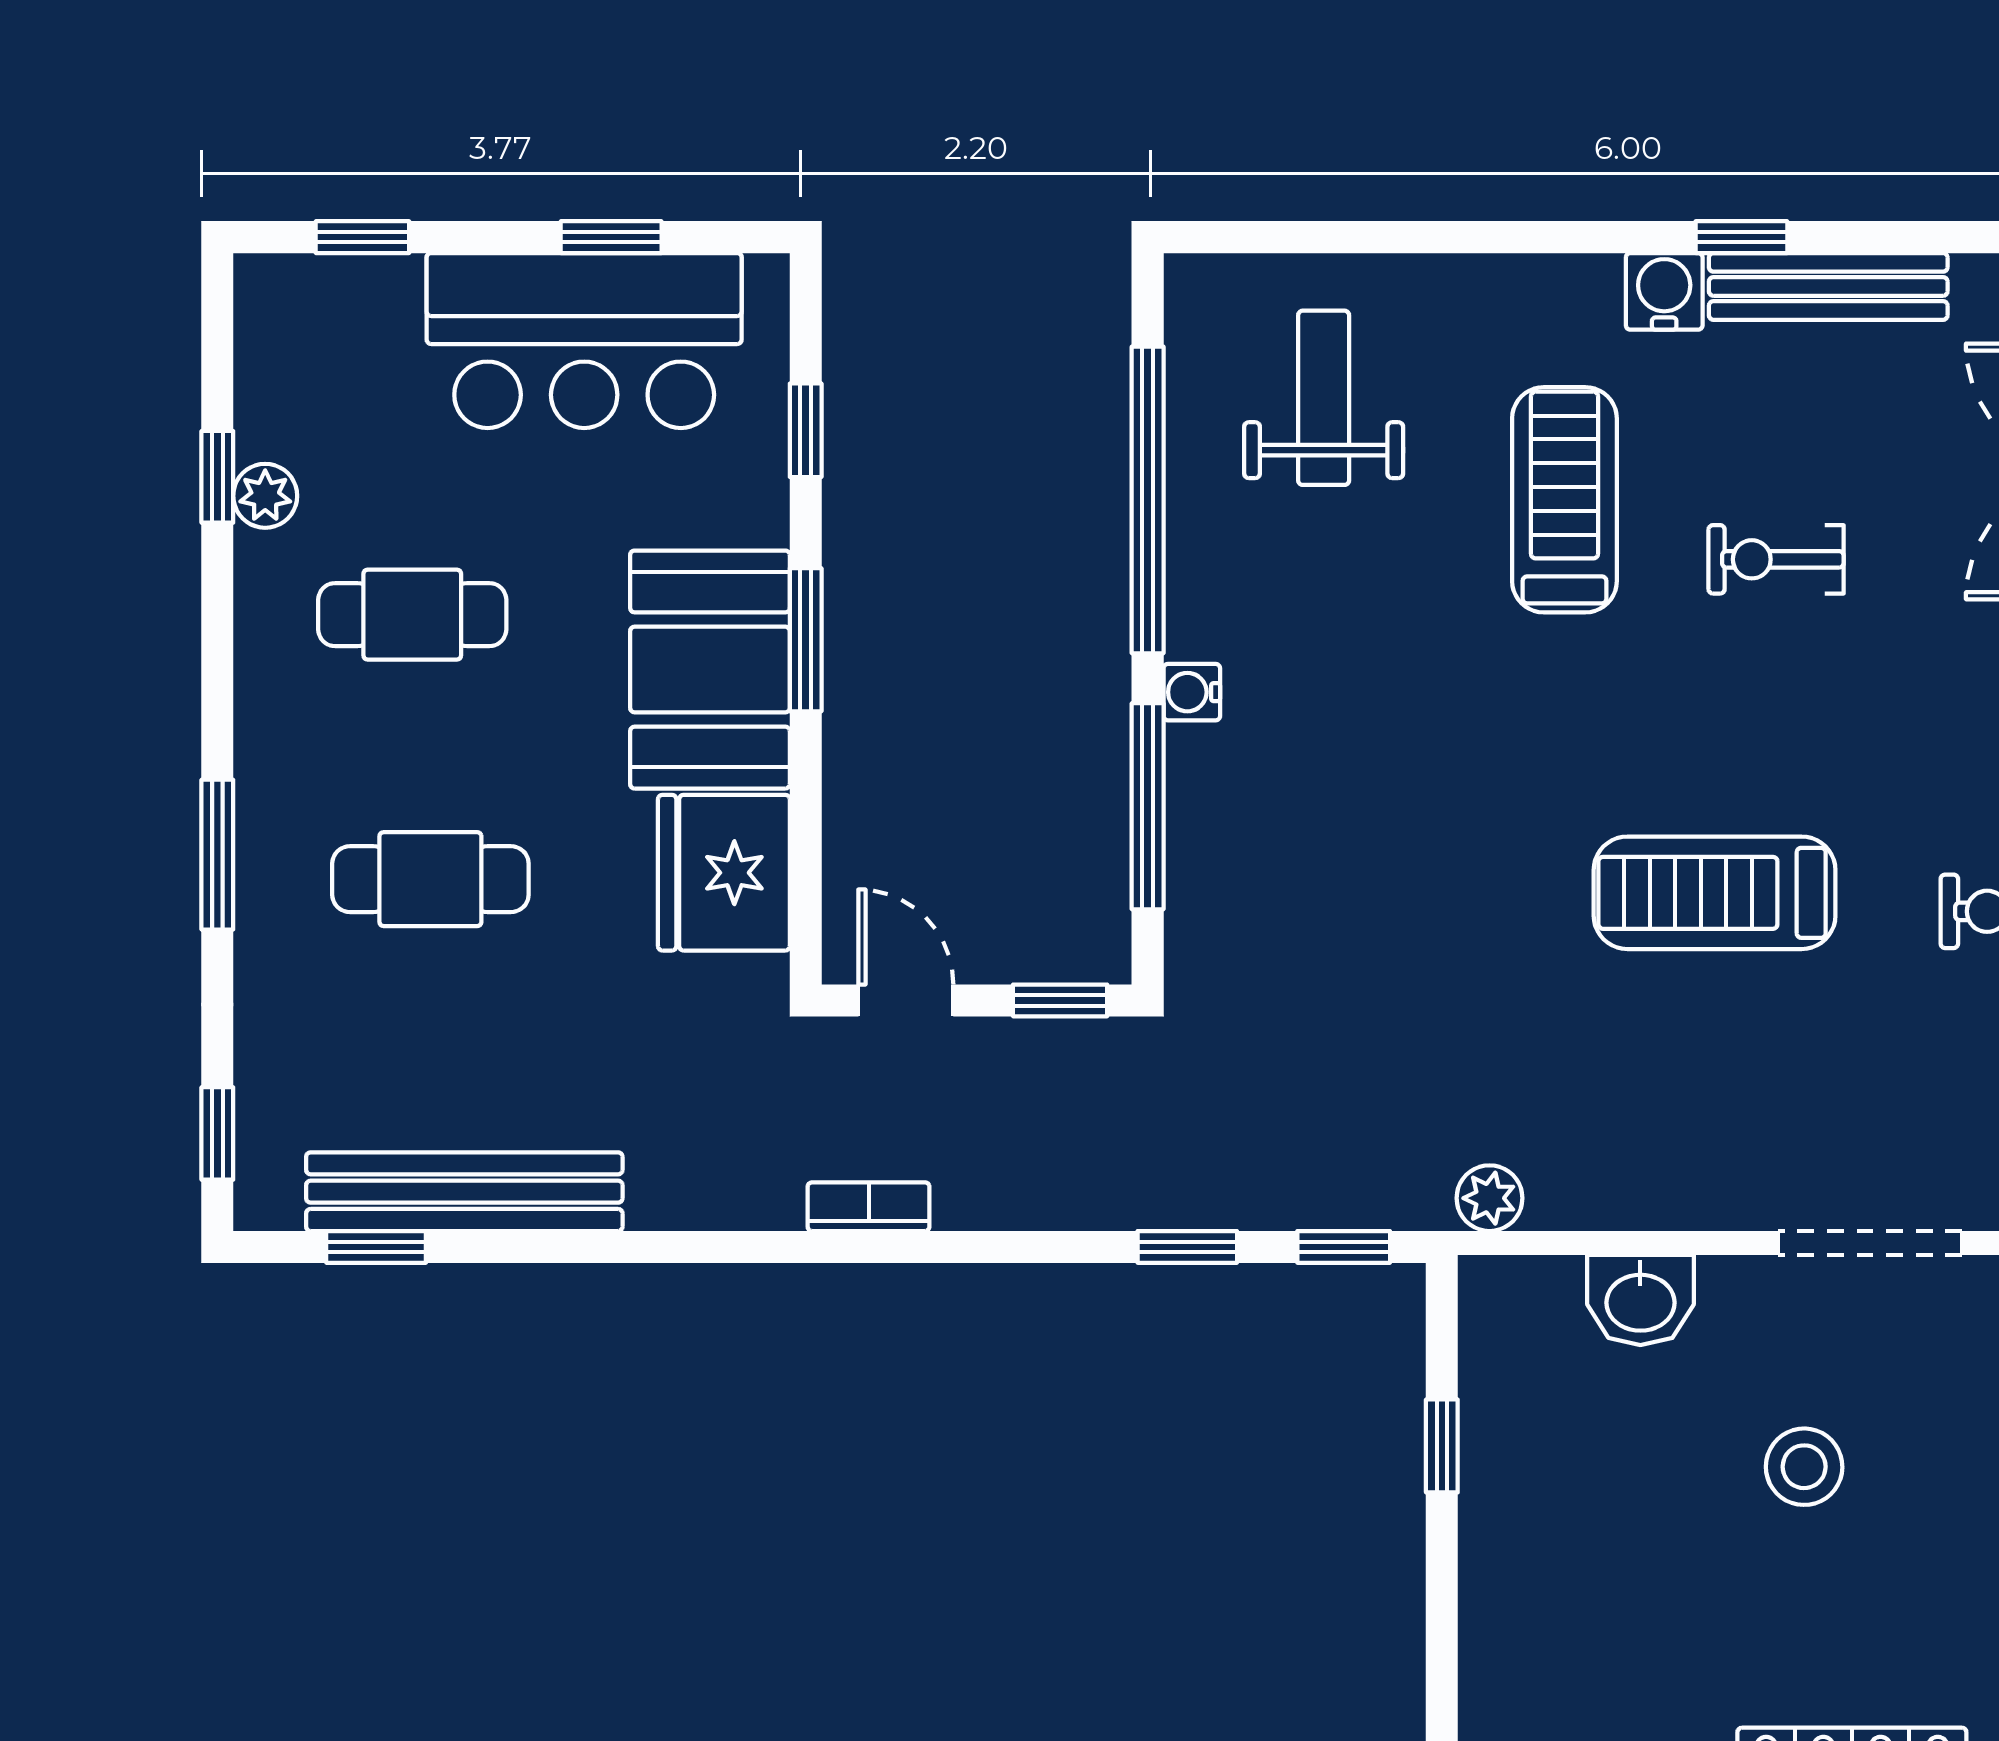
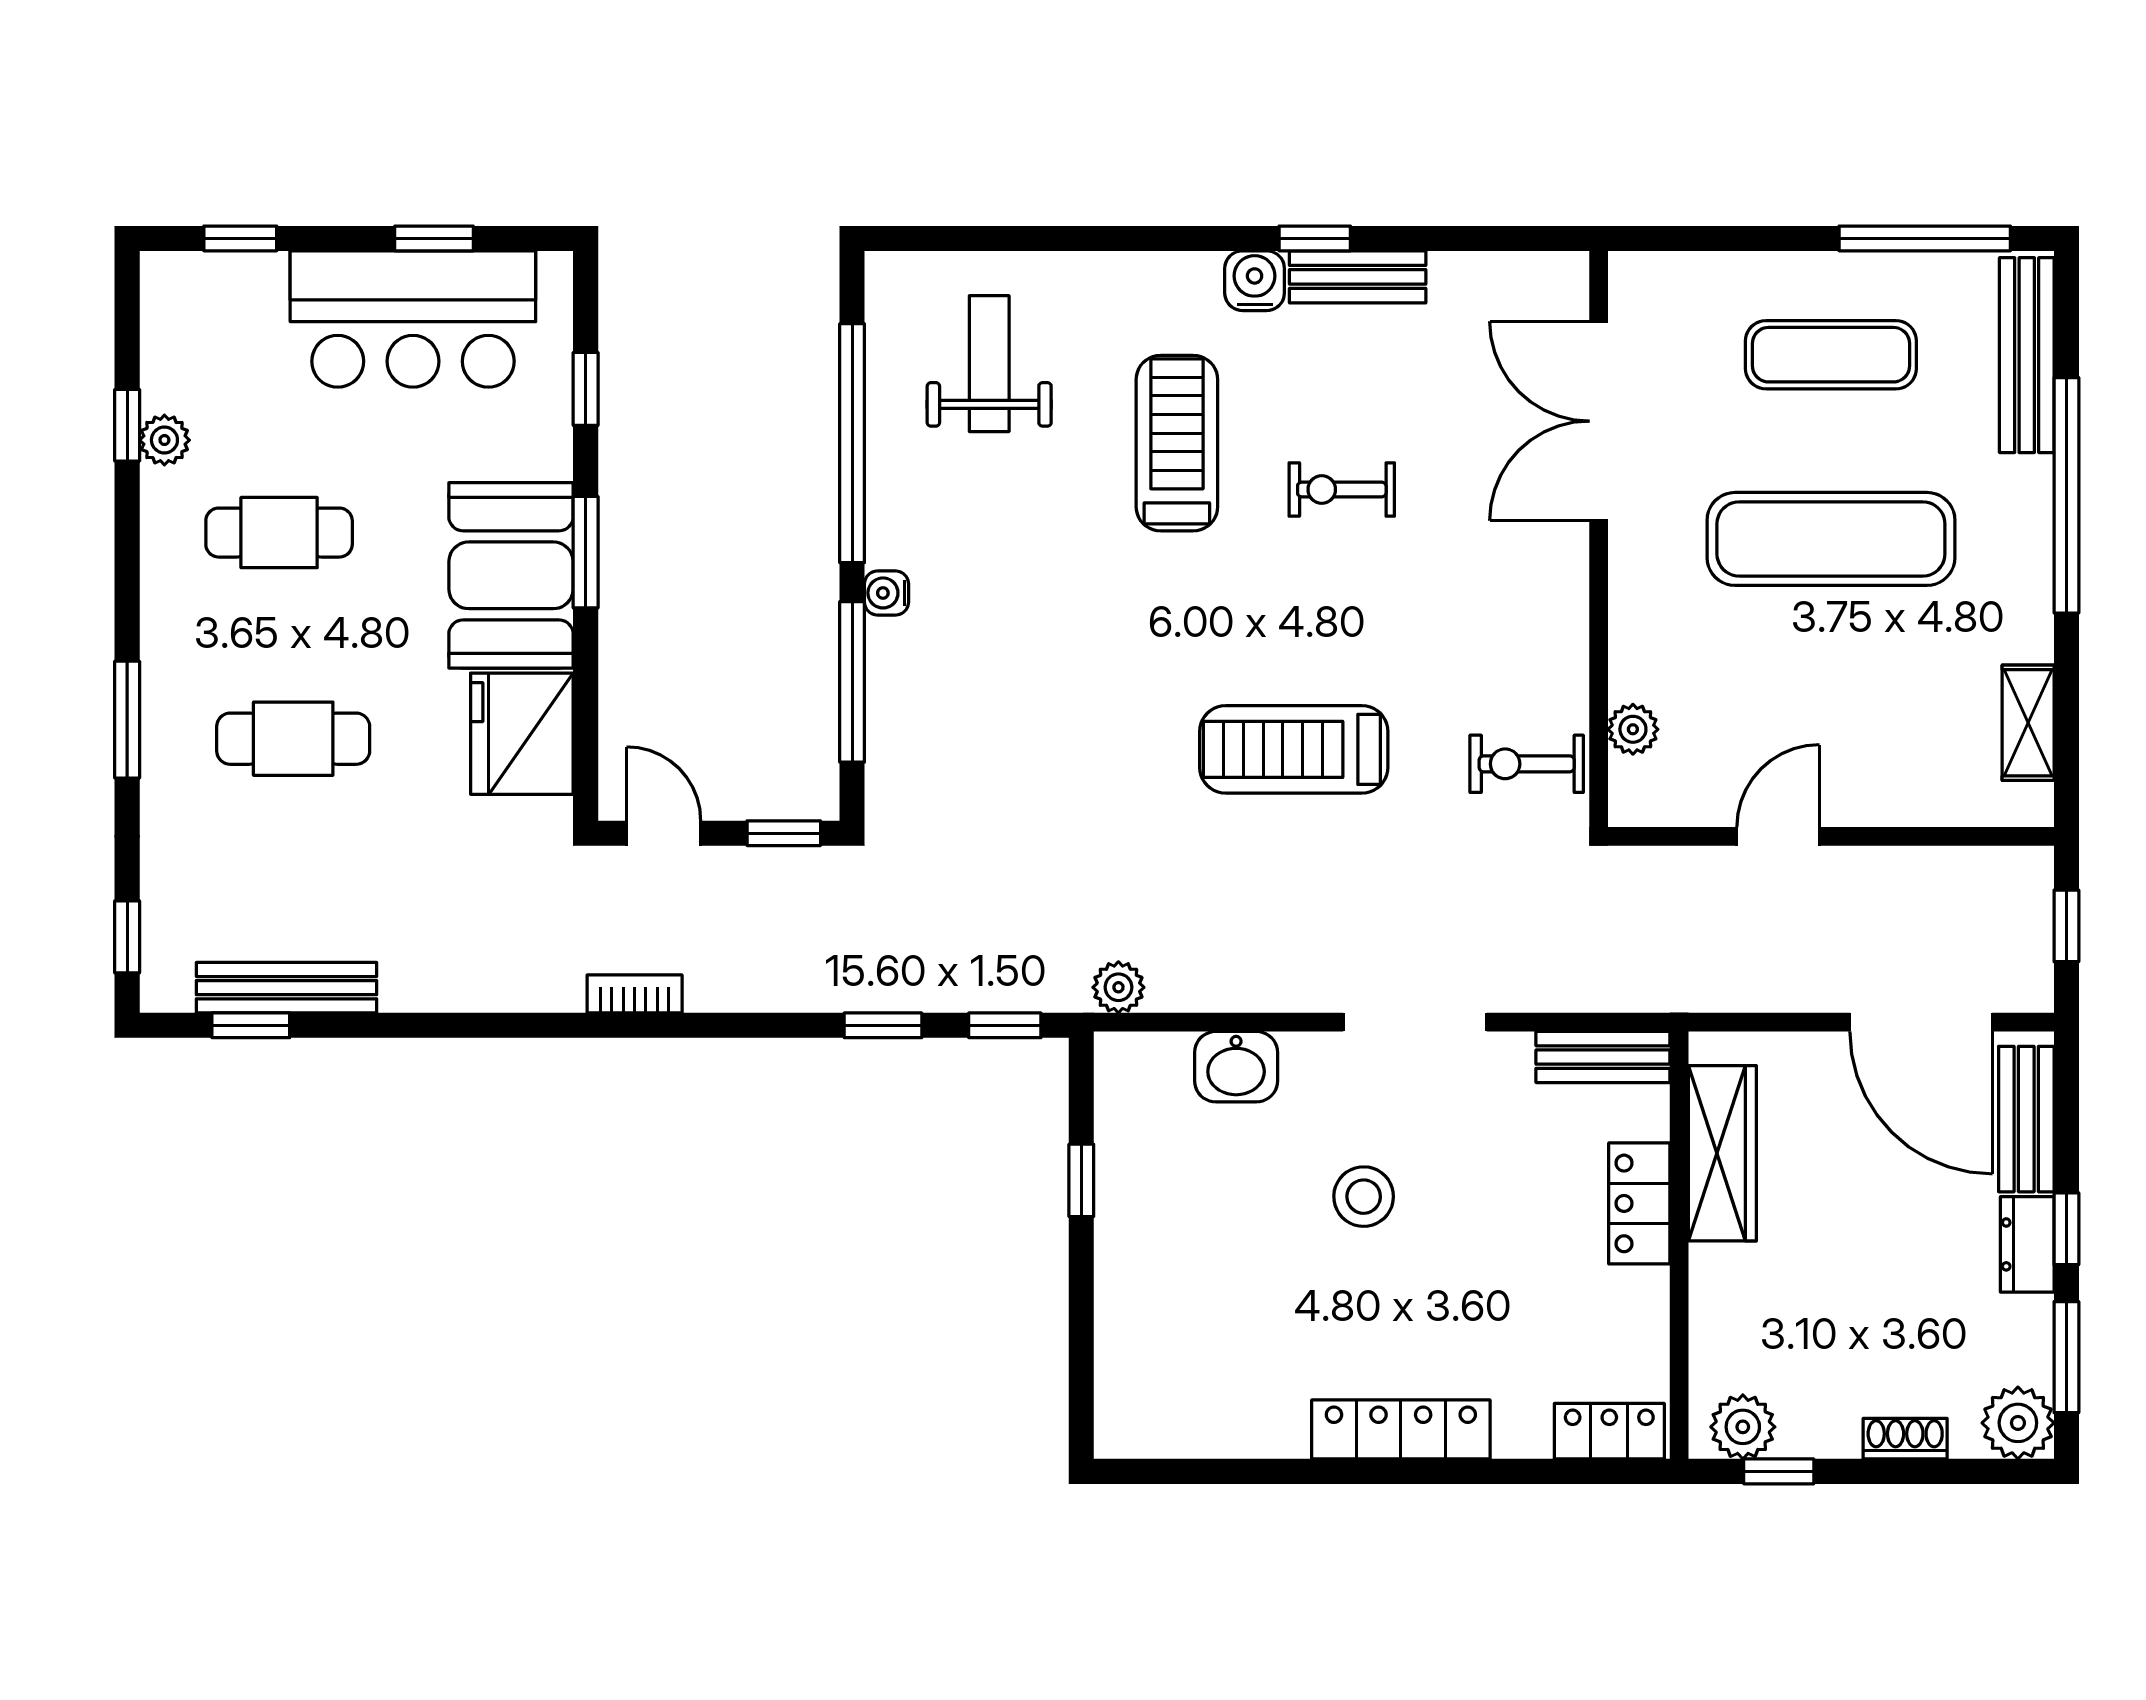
bench: (1828, 286) -> (1358, 277), width x0.73
bench: (464, 1192) -> (287, 988), width x0.73, depth x0.82

